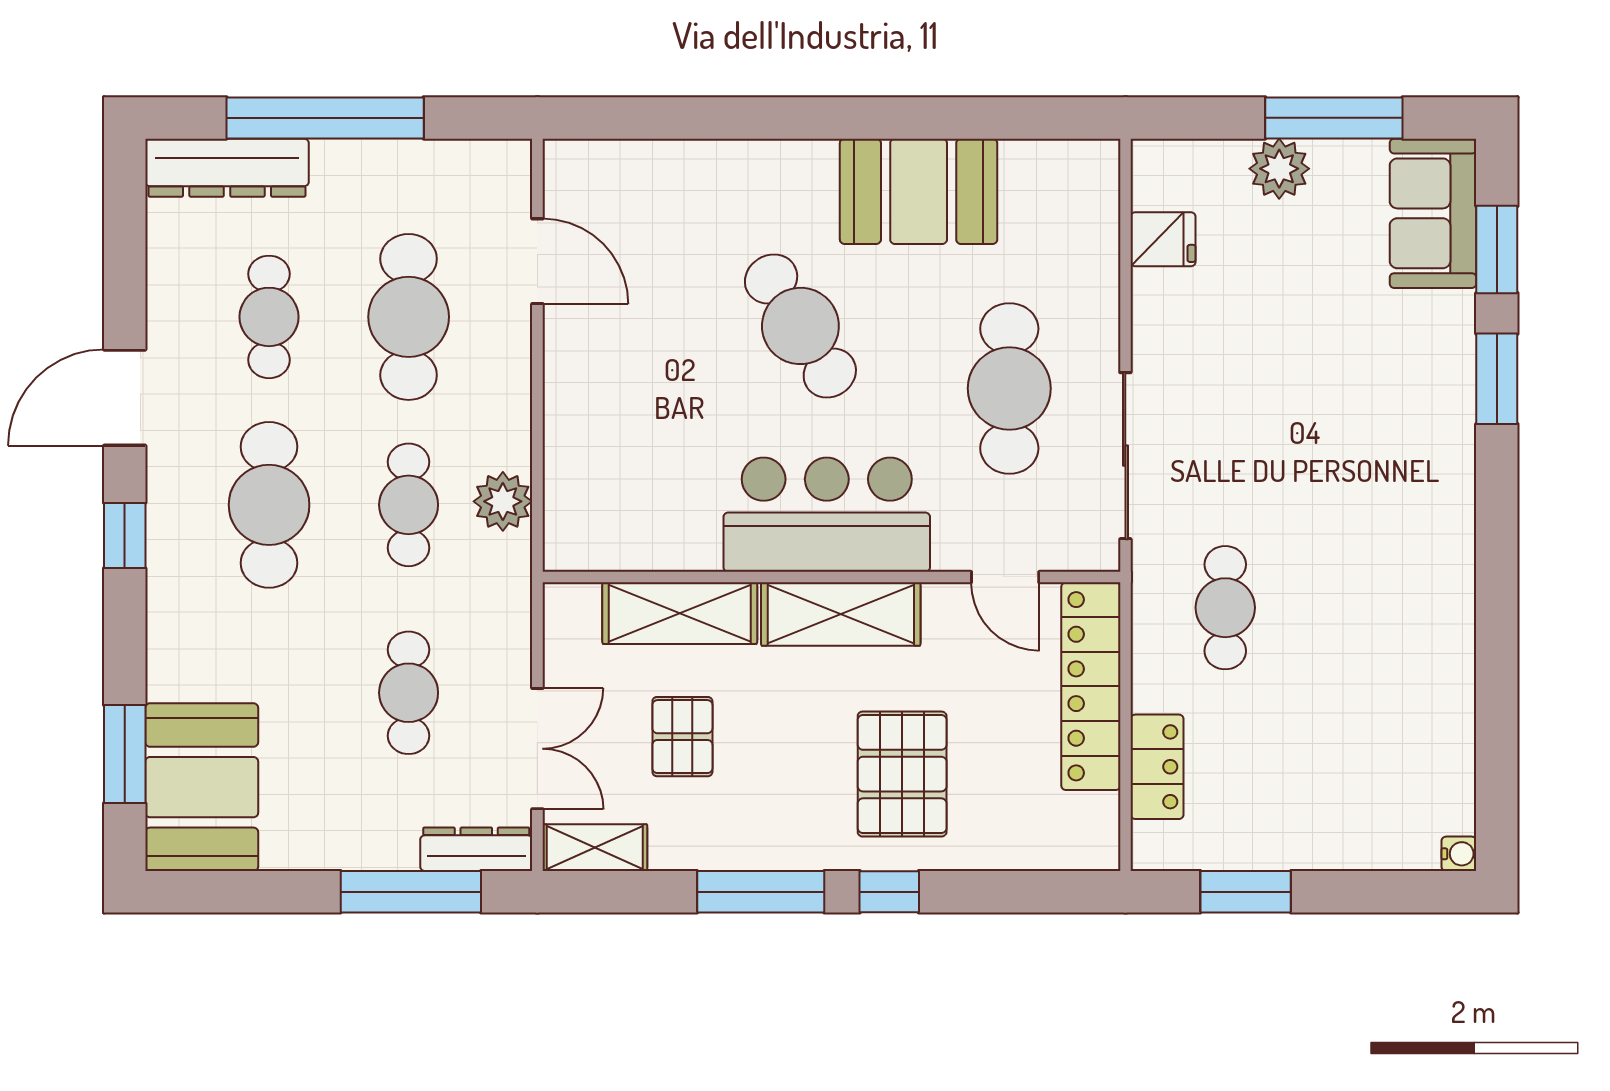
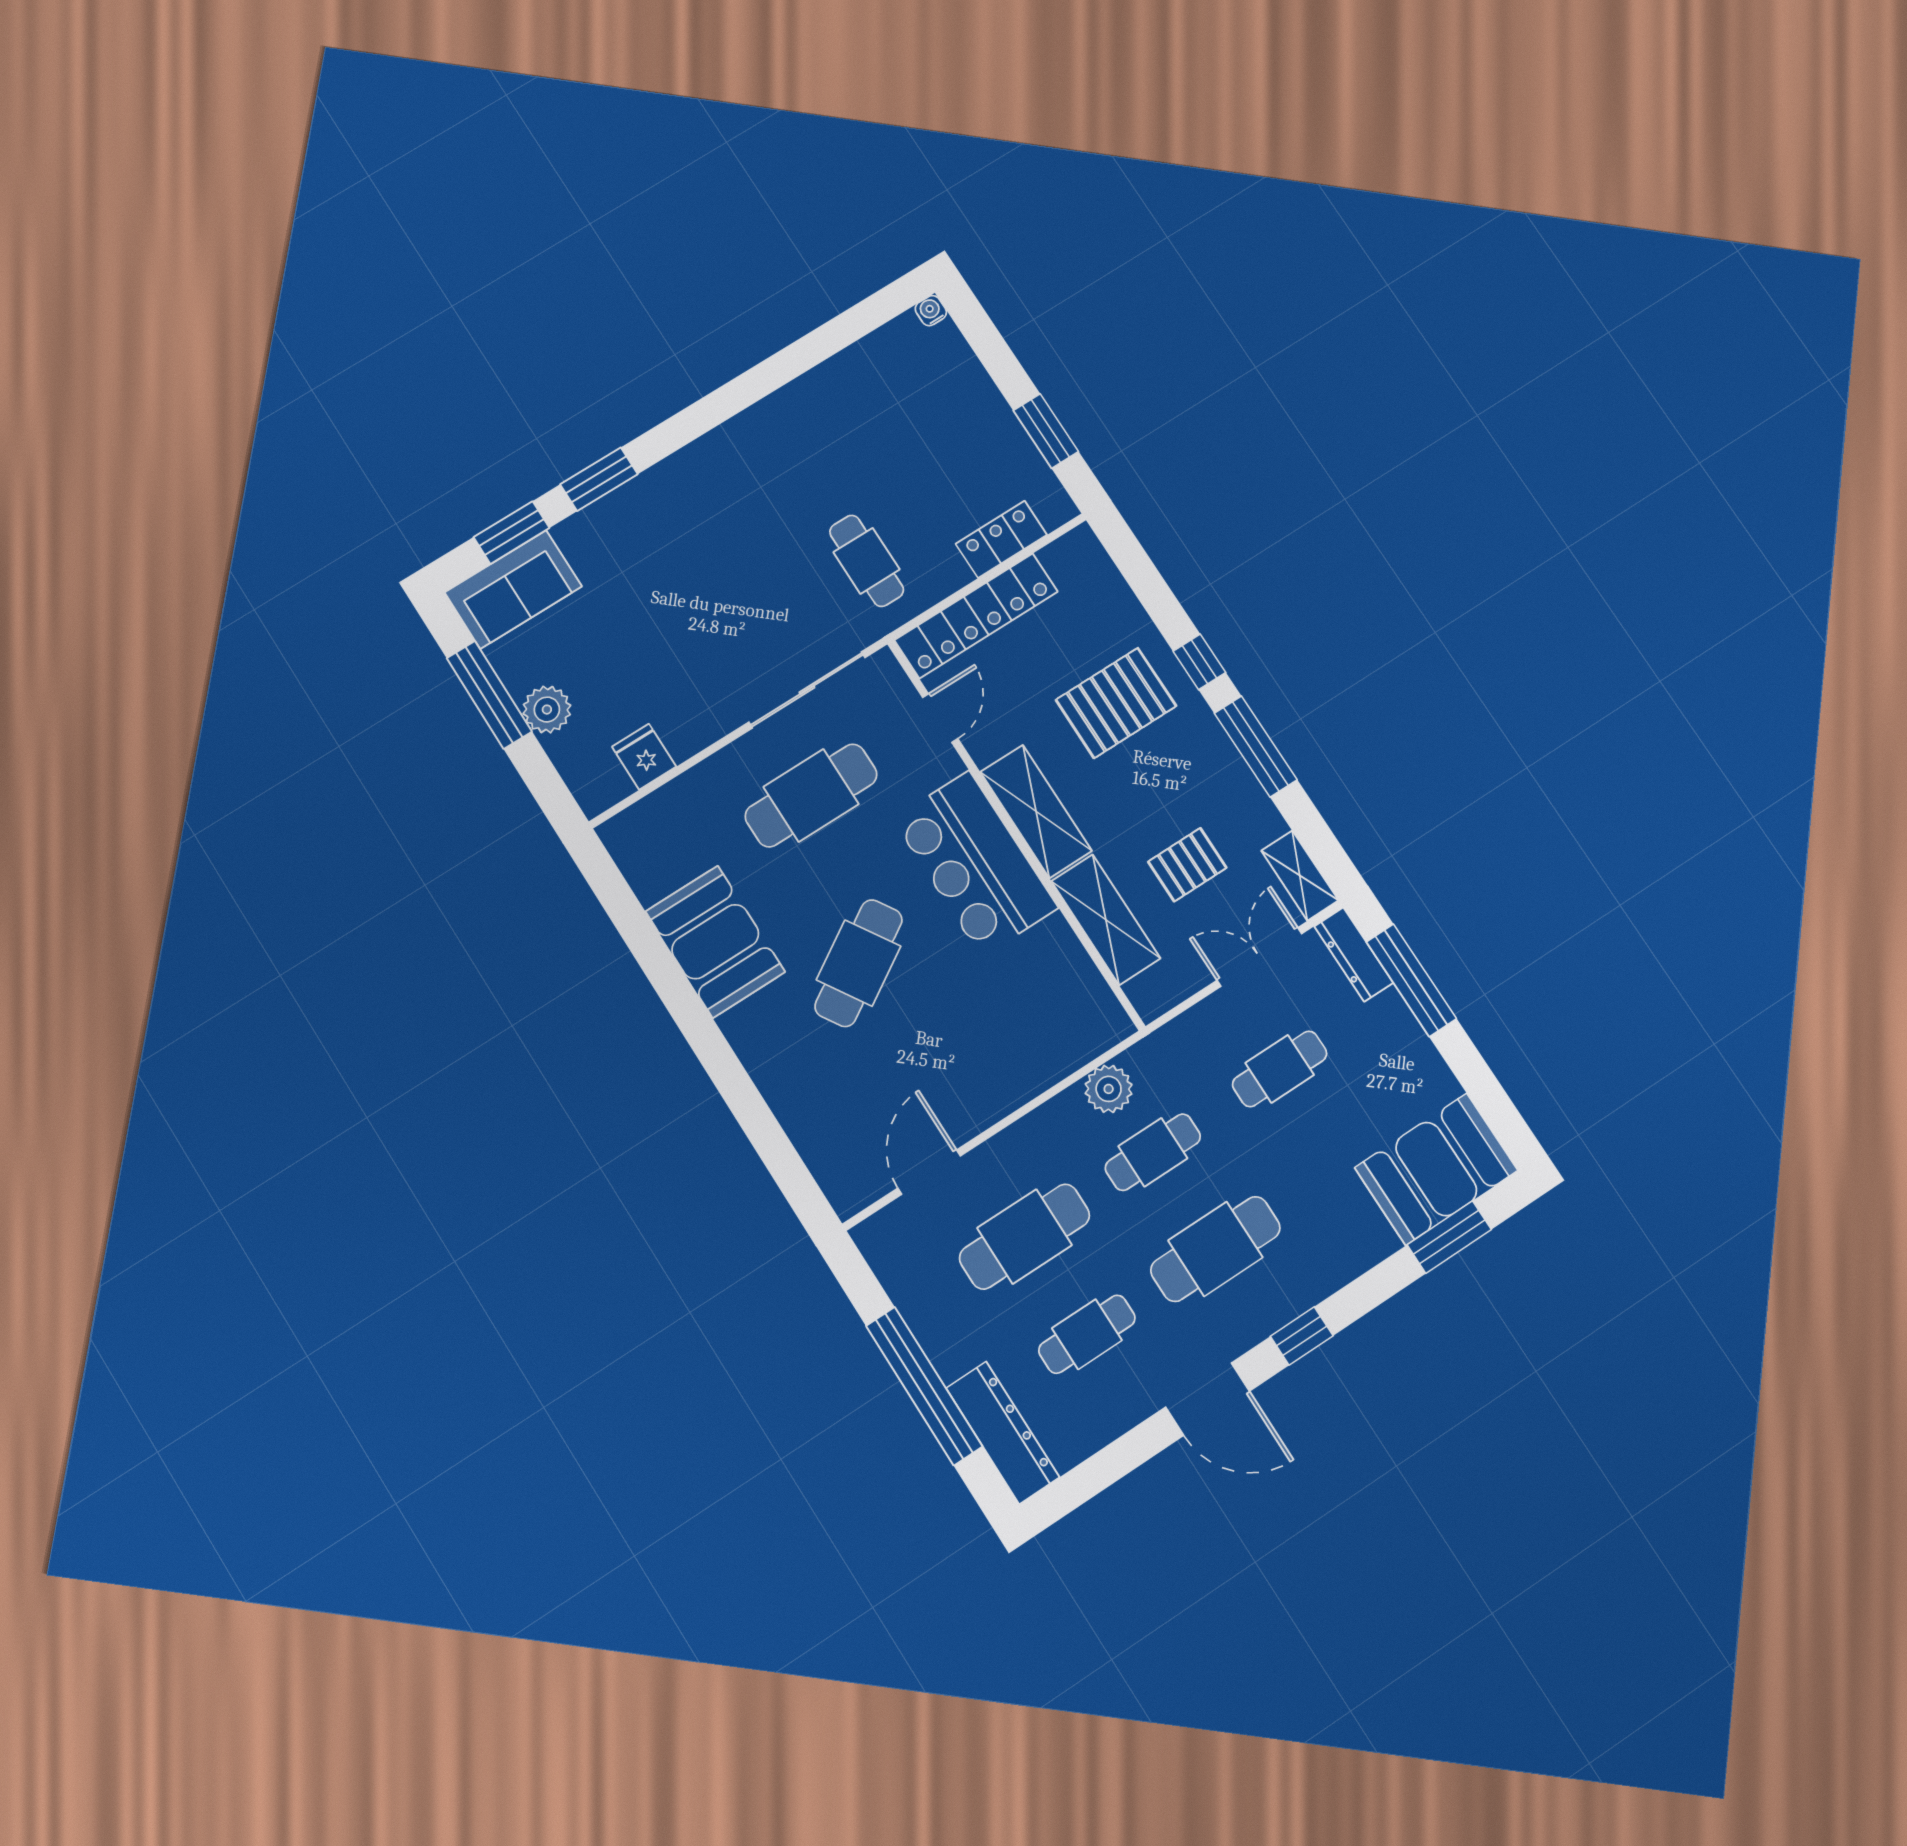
cafe table: (1225, 608) -> (867, 561), turned 90

